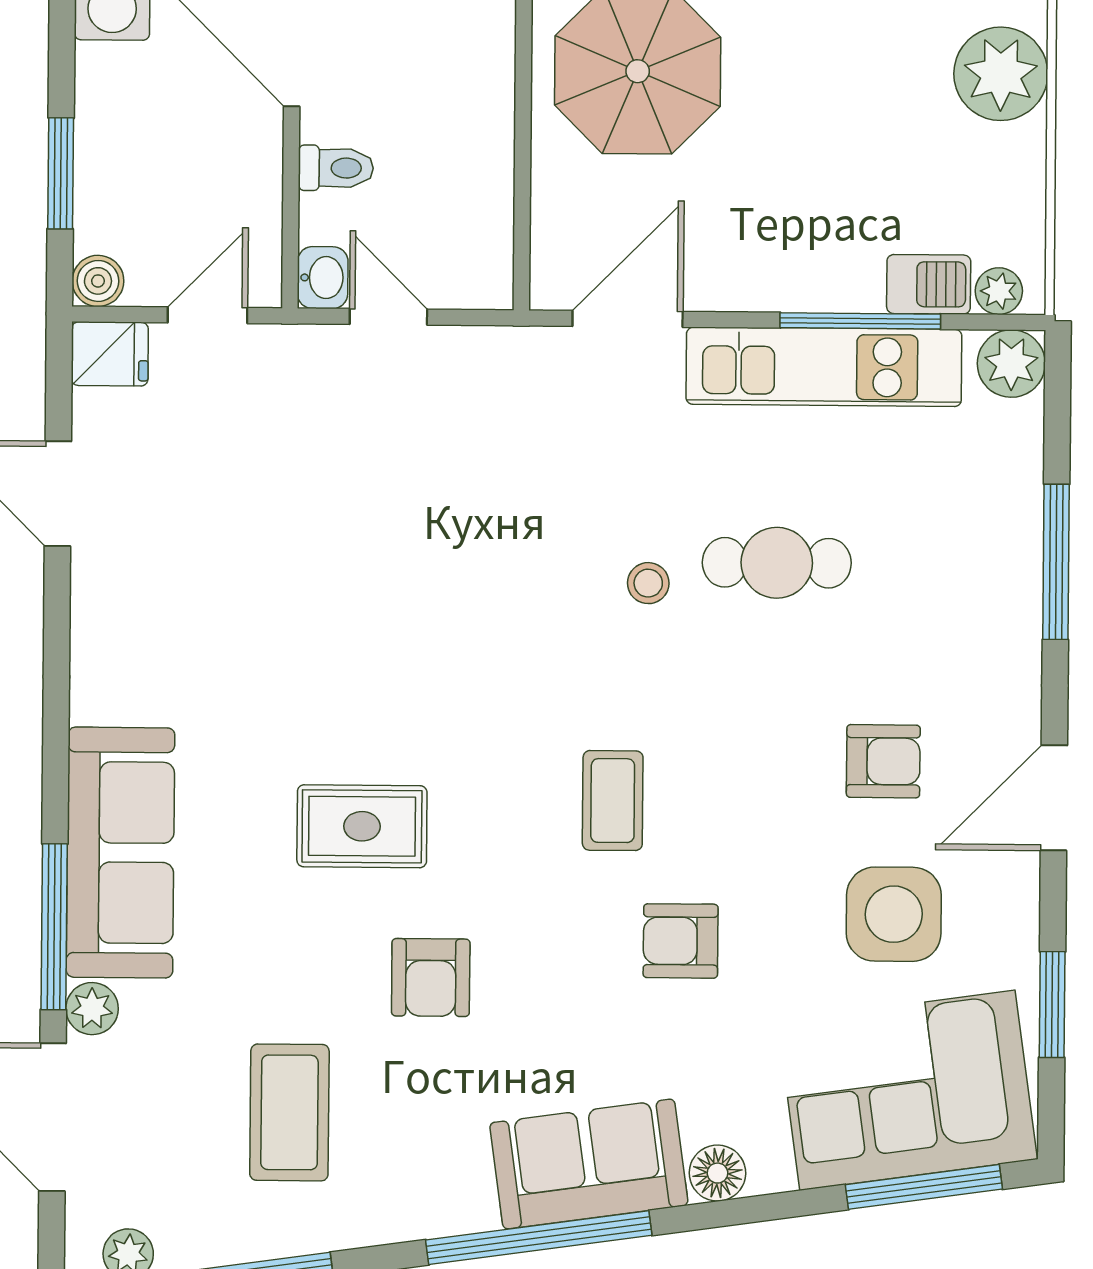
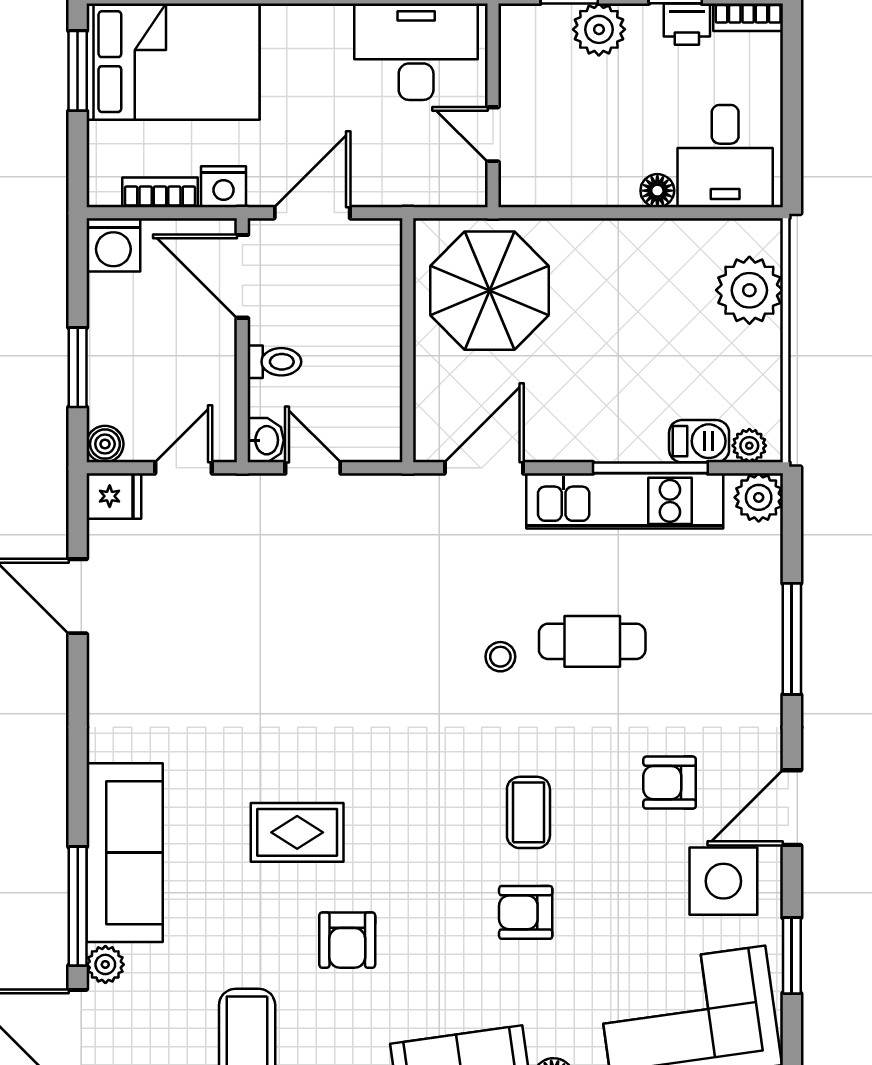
armchair: (883, 761) -> (670, 783), turned 180
coffee table: (613, 801) -> (528, 812), moved
side table: (894, 914) -> (723, 881), moved

